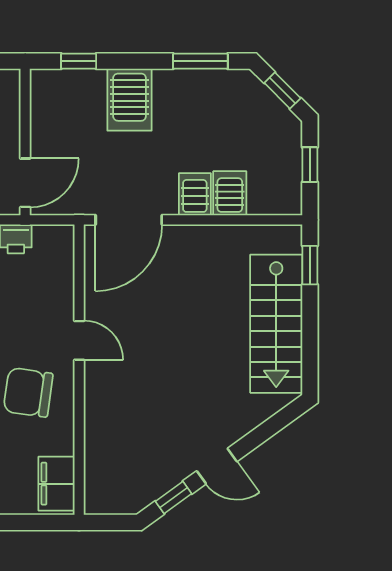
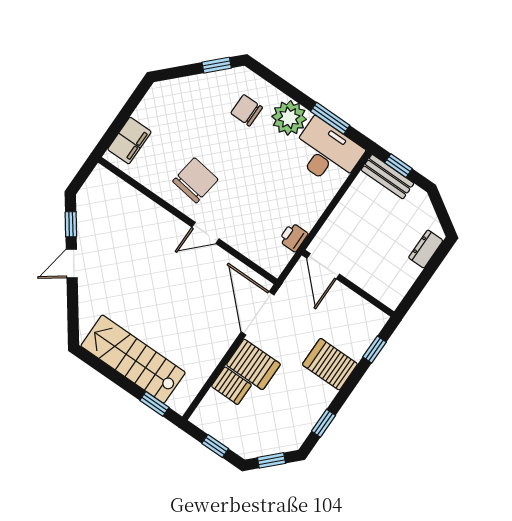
window: (200, 61) -> (324, 423), width x0.67
server rack: (195, 194) -> (253, 364), width x1.36, depth x1.44
filing cabinet: (57, 484) -> (129, 141), moved, turned 90

